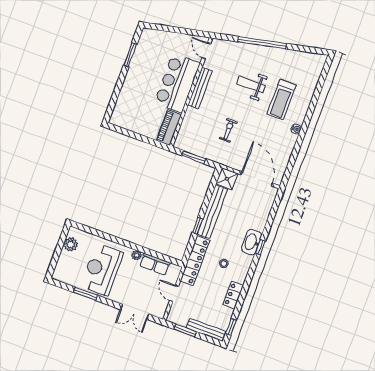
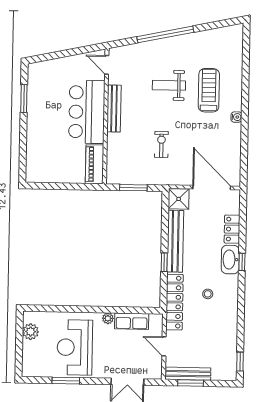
treadmill: (282, 100) -> (209, 90), turned 180
locker: (233, 295) -> (232, 229), moved
bench: (206, 330) -> (188, 374), moved

